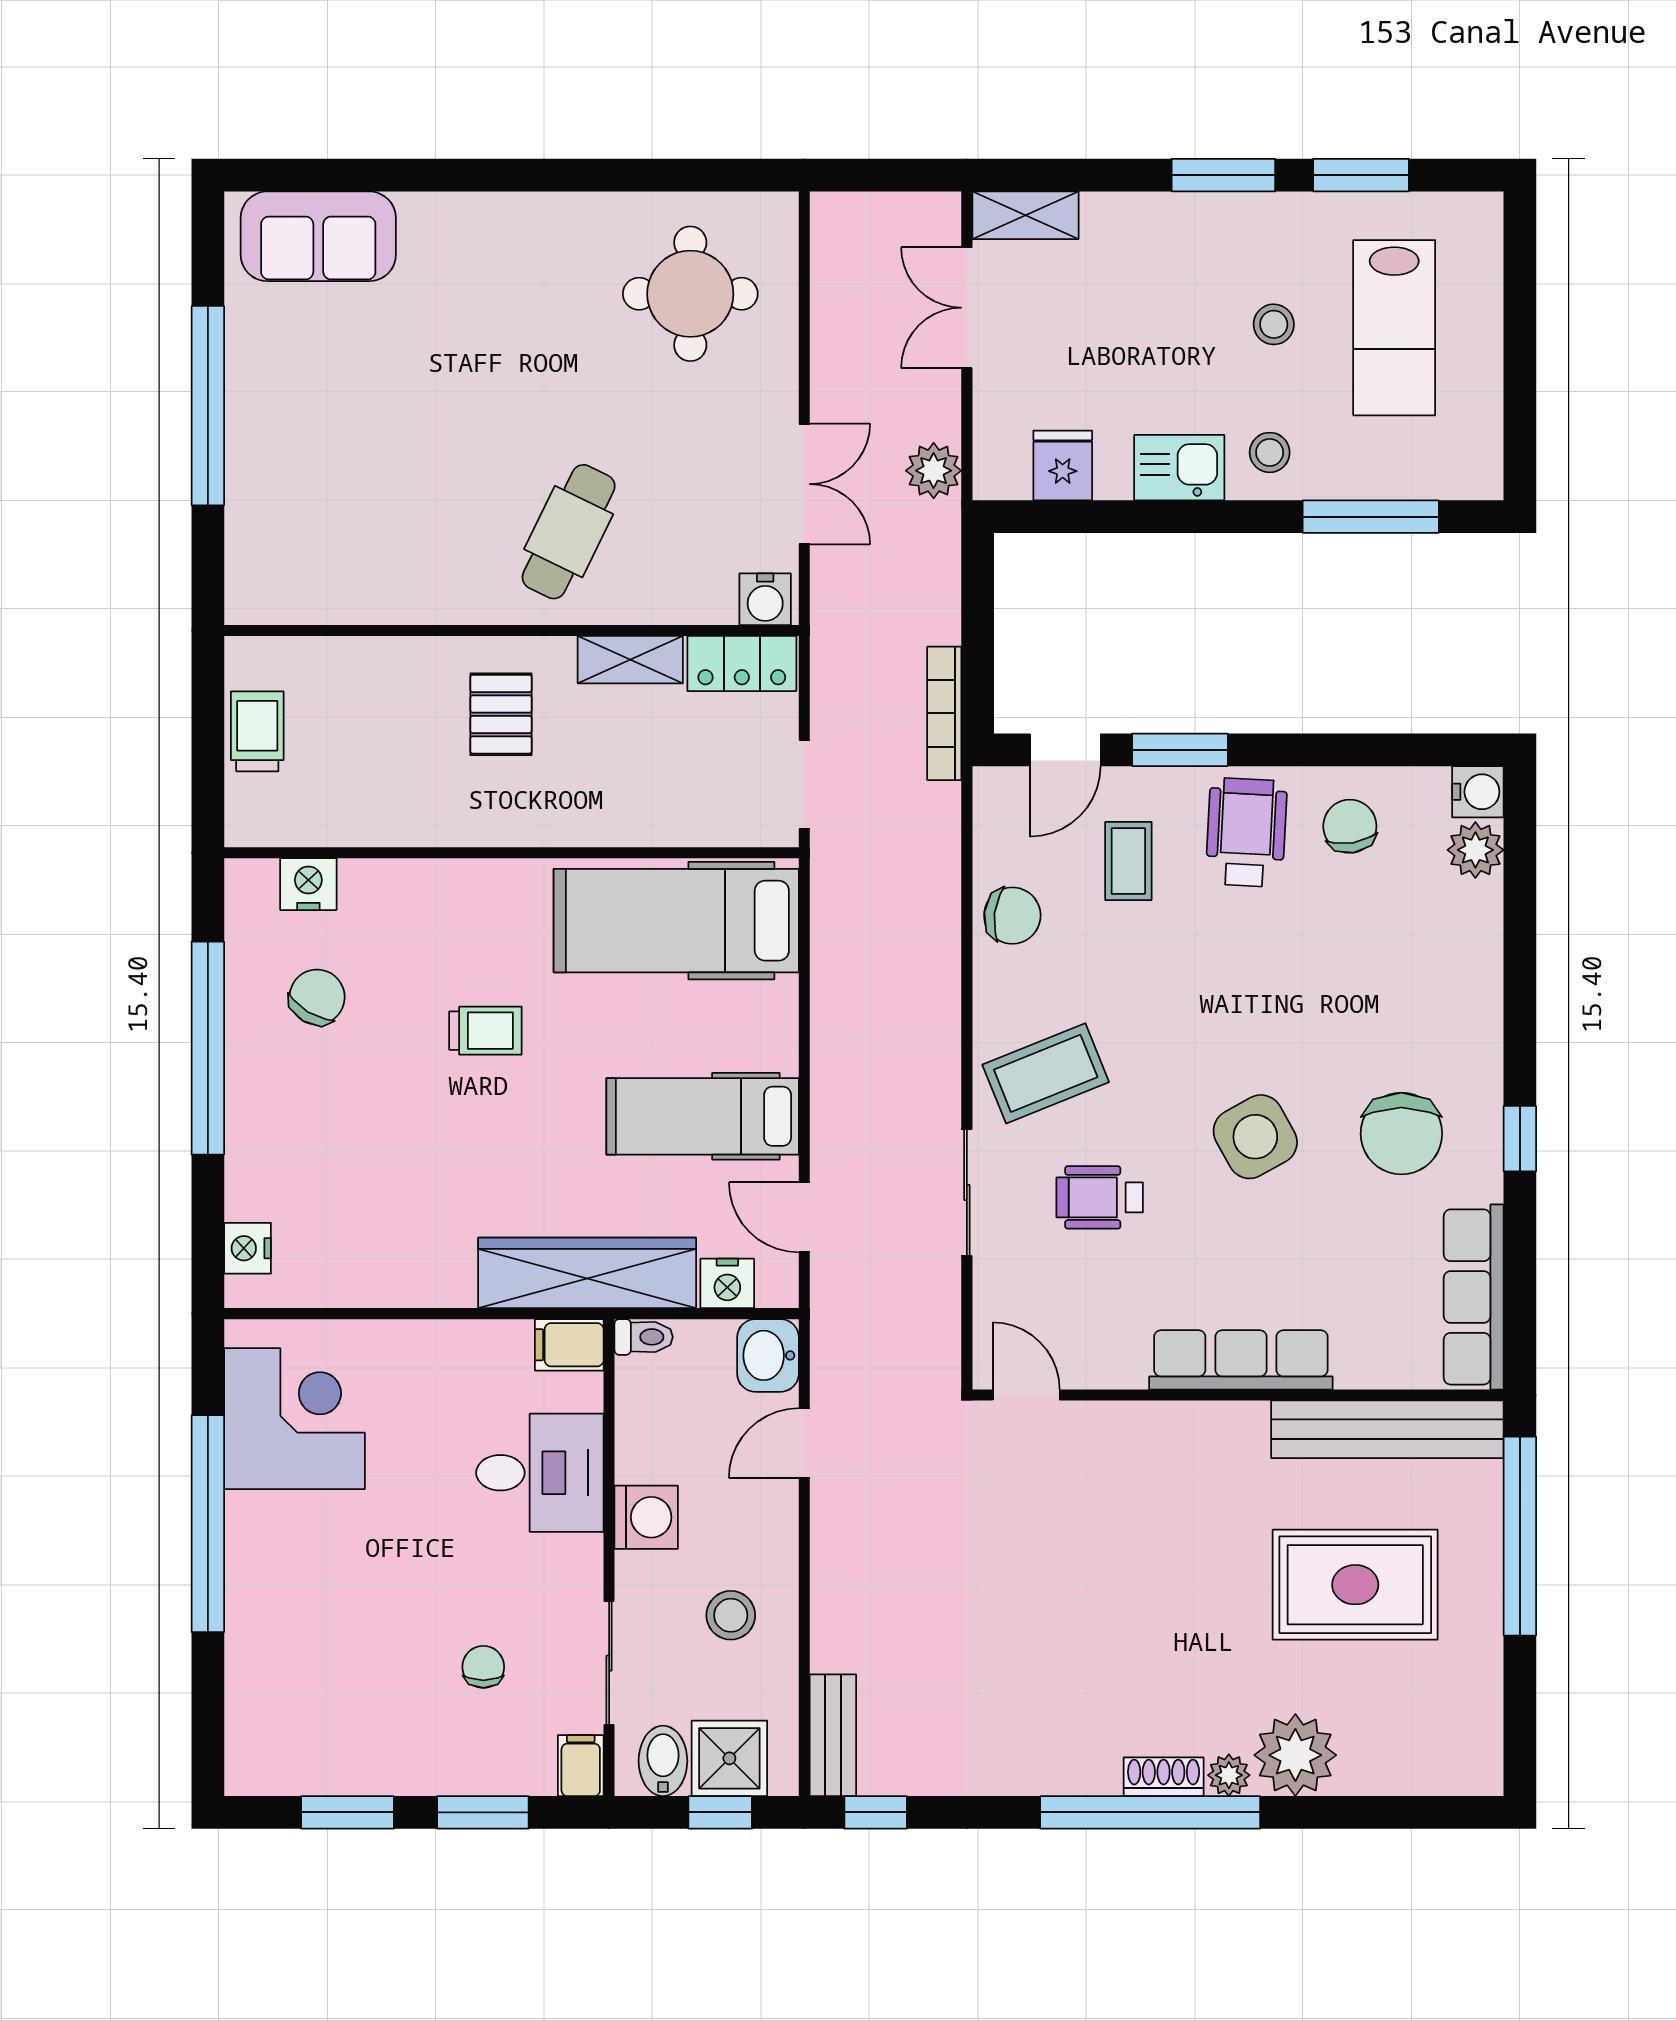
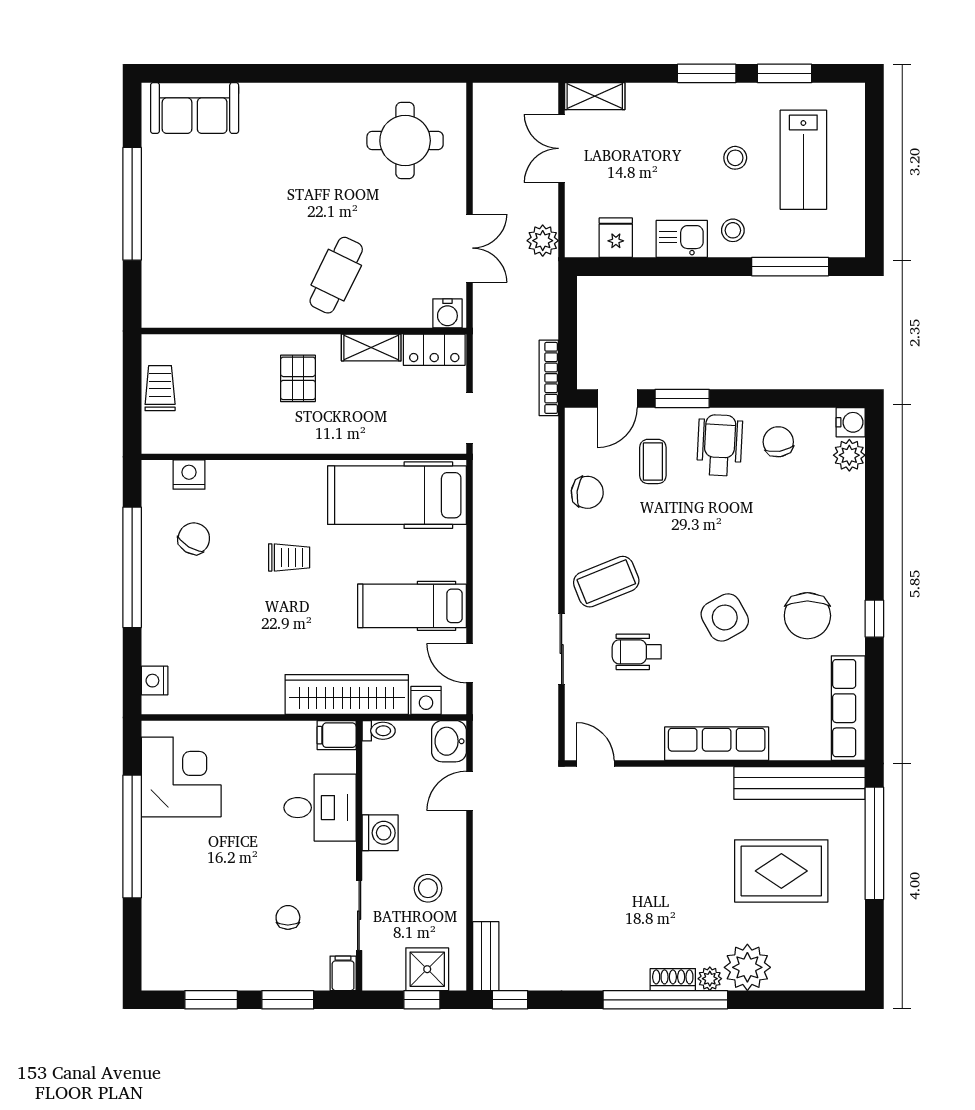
bidet: (663, 1761) -> (390, 971), removed

